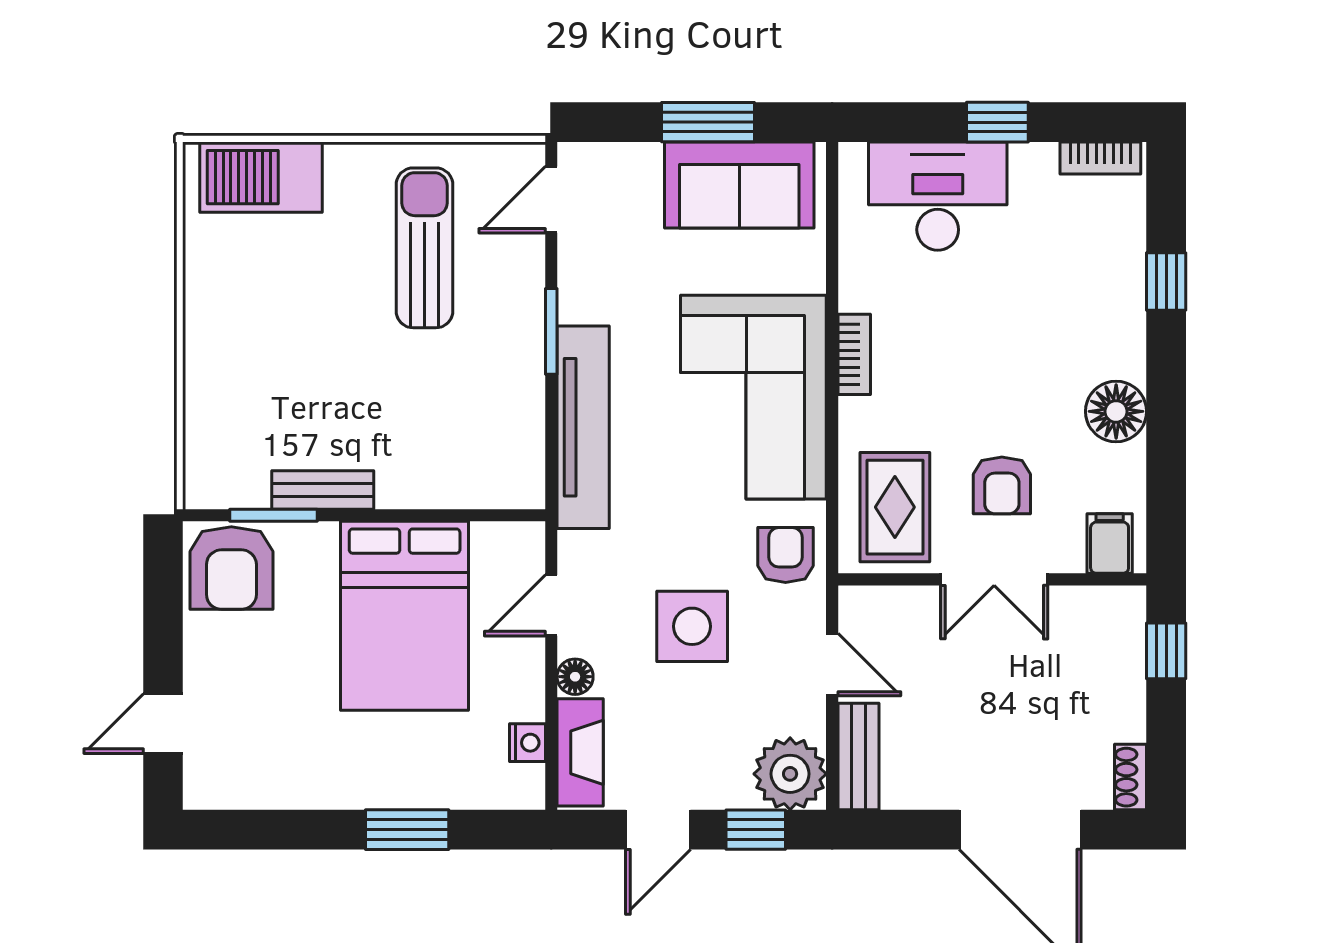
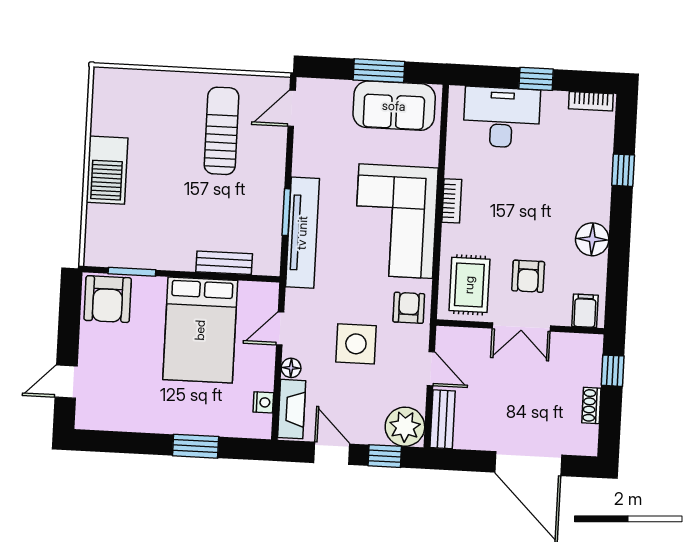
barbecue: (261, 177) -> (107, 170), moved, turned -90
window: (551, 331) -> (286, 212), moved
bench: (323, 490) -> (224, 263), moved
shoe rack: (1130, 777) -> (591, 406), moved
door: (658, 830) -> (332, 453), swing flipped

